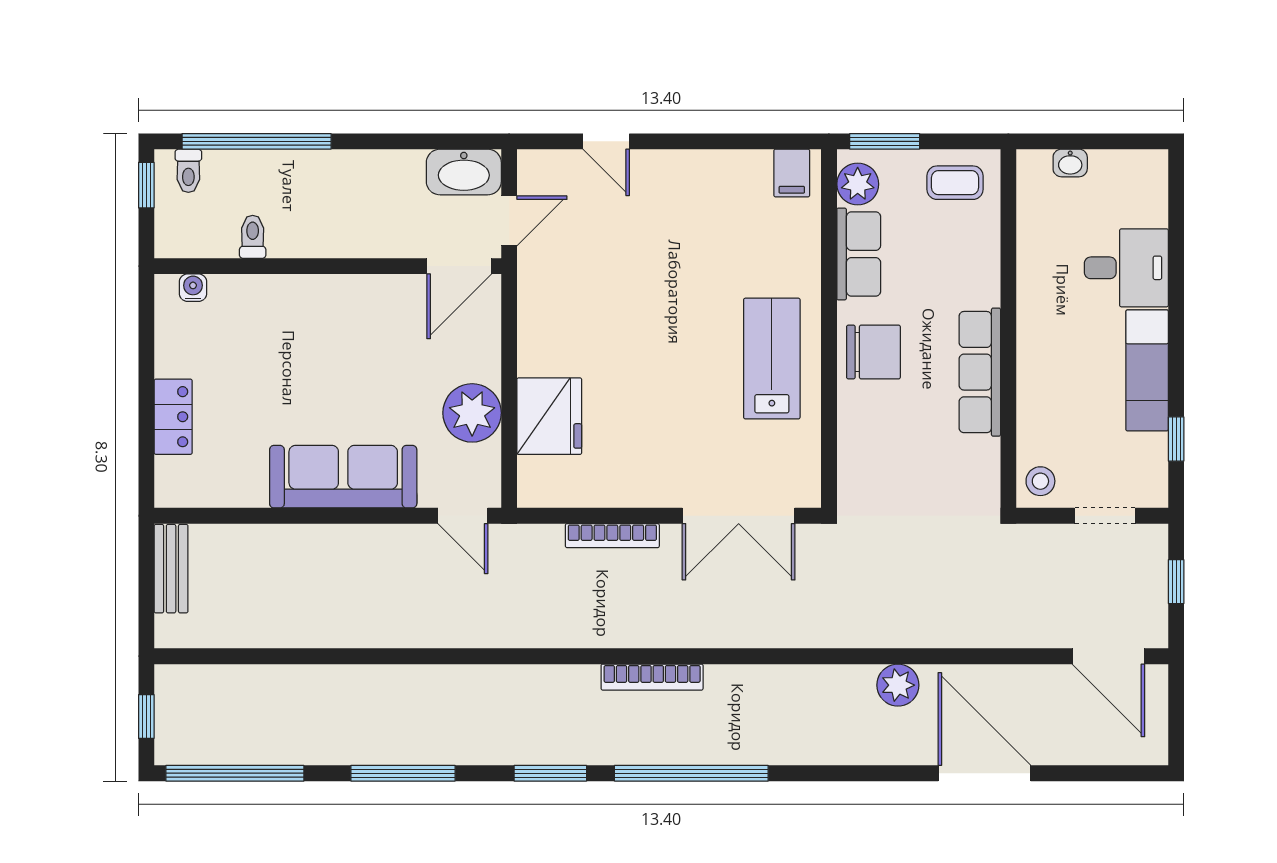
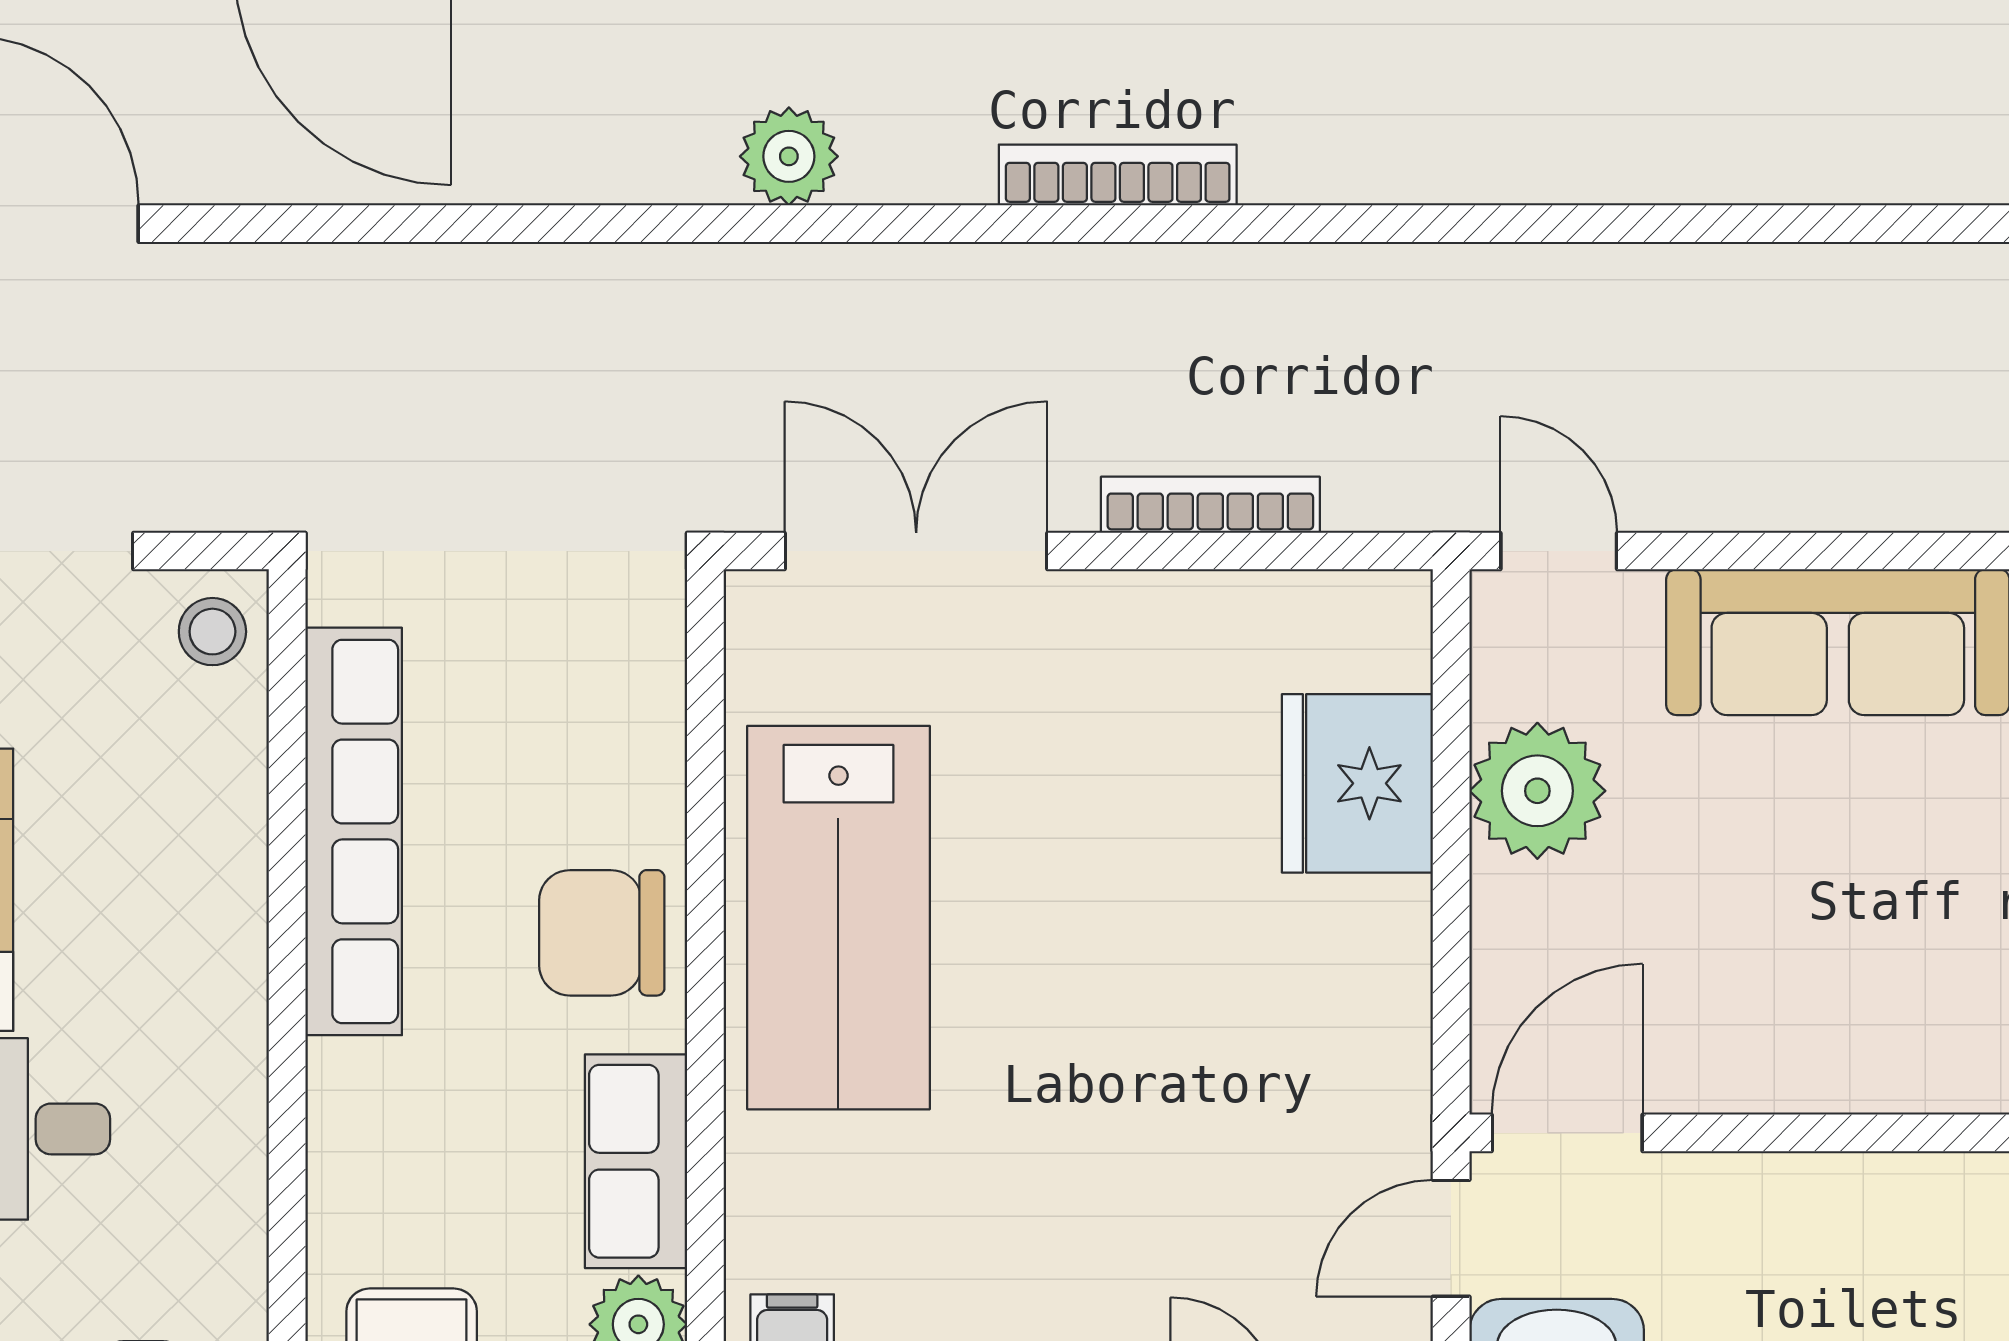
lab bench: (772, 359) -> (838, 918), width x1.36, depth x1.39
row of seats: (980, 372) -> (354, 831), width x1.36
plant: (898, 685) -> (789, 156), moved

